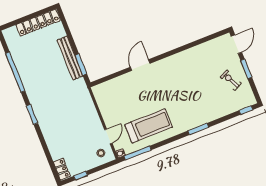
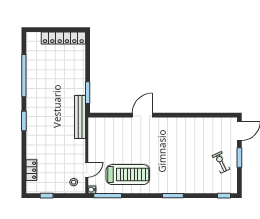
bench: (70, 58) -> (80, 117), moved
locker: (62, 169) -> (31, 170), moved

